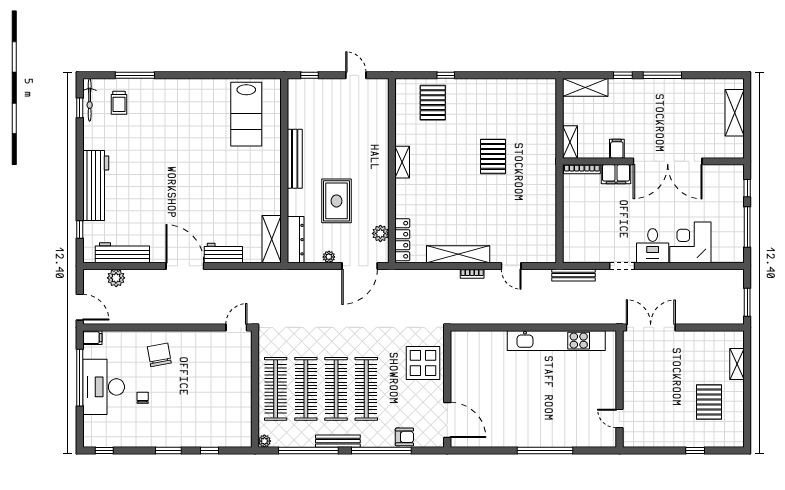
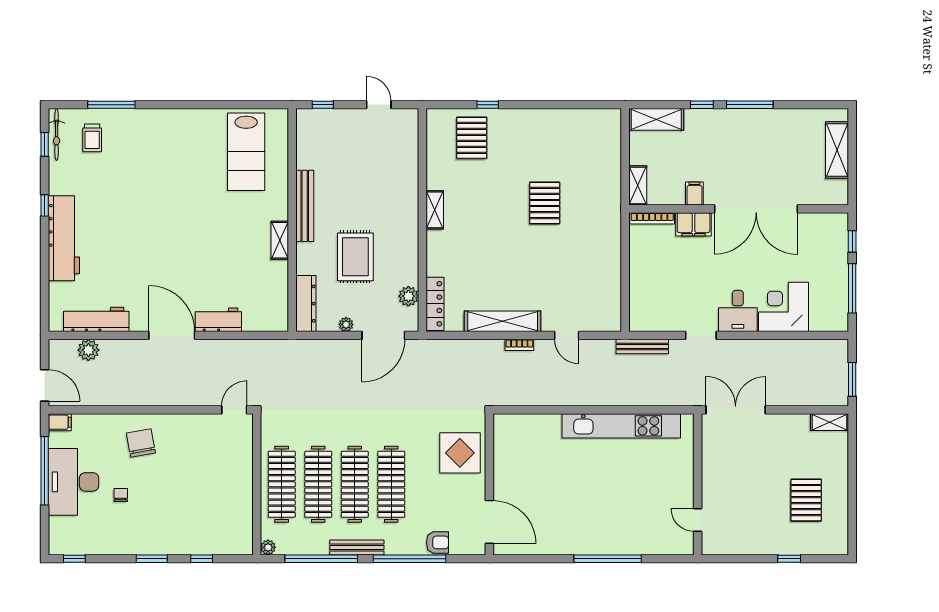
window: (80, 230) -> (45, 205), moved
shelving: (272, 239) -> (280, 240), moved, width x0.67, depth x0.75
shelving: (737, 364) -> (830, 422), moved, turned 90

